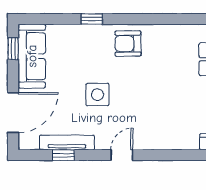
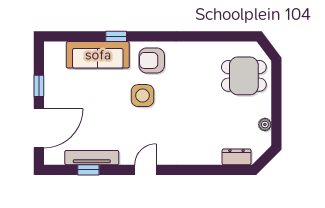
window: (13, 49) -> (39, 86), moved
sofa: (32, 56) -> (98, 55), moved, turned 90
side table: (98, 95) -> (142, 96), moved

